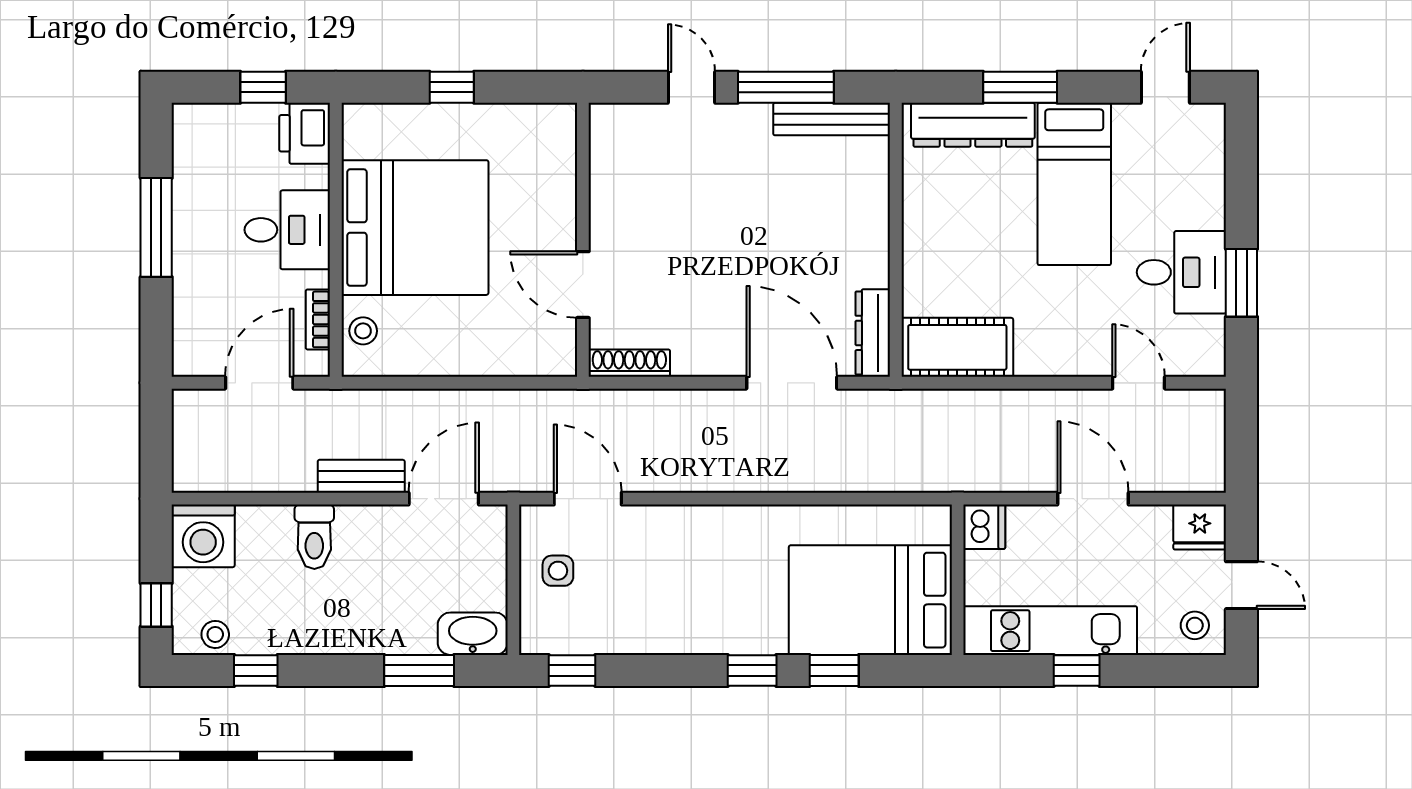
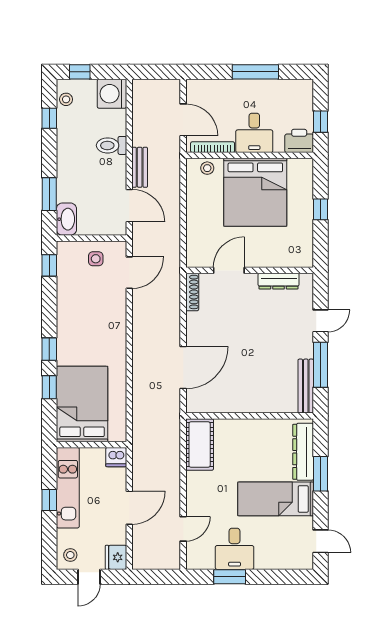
bookcase: (318, 319) -> (213, 147), width x1.56
dresser: (873, 333) -> (279, 281), moved, turned 180

